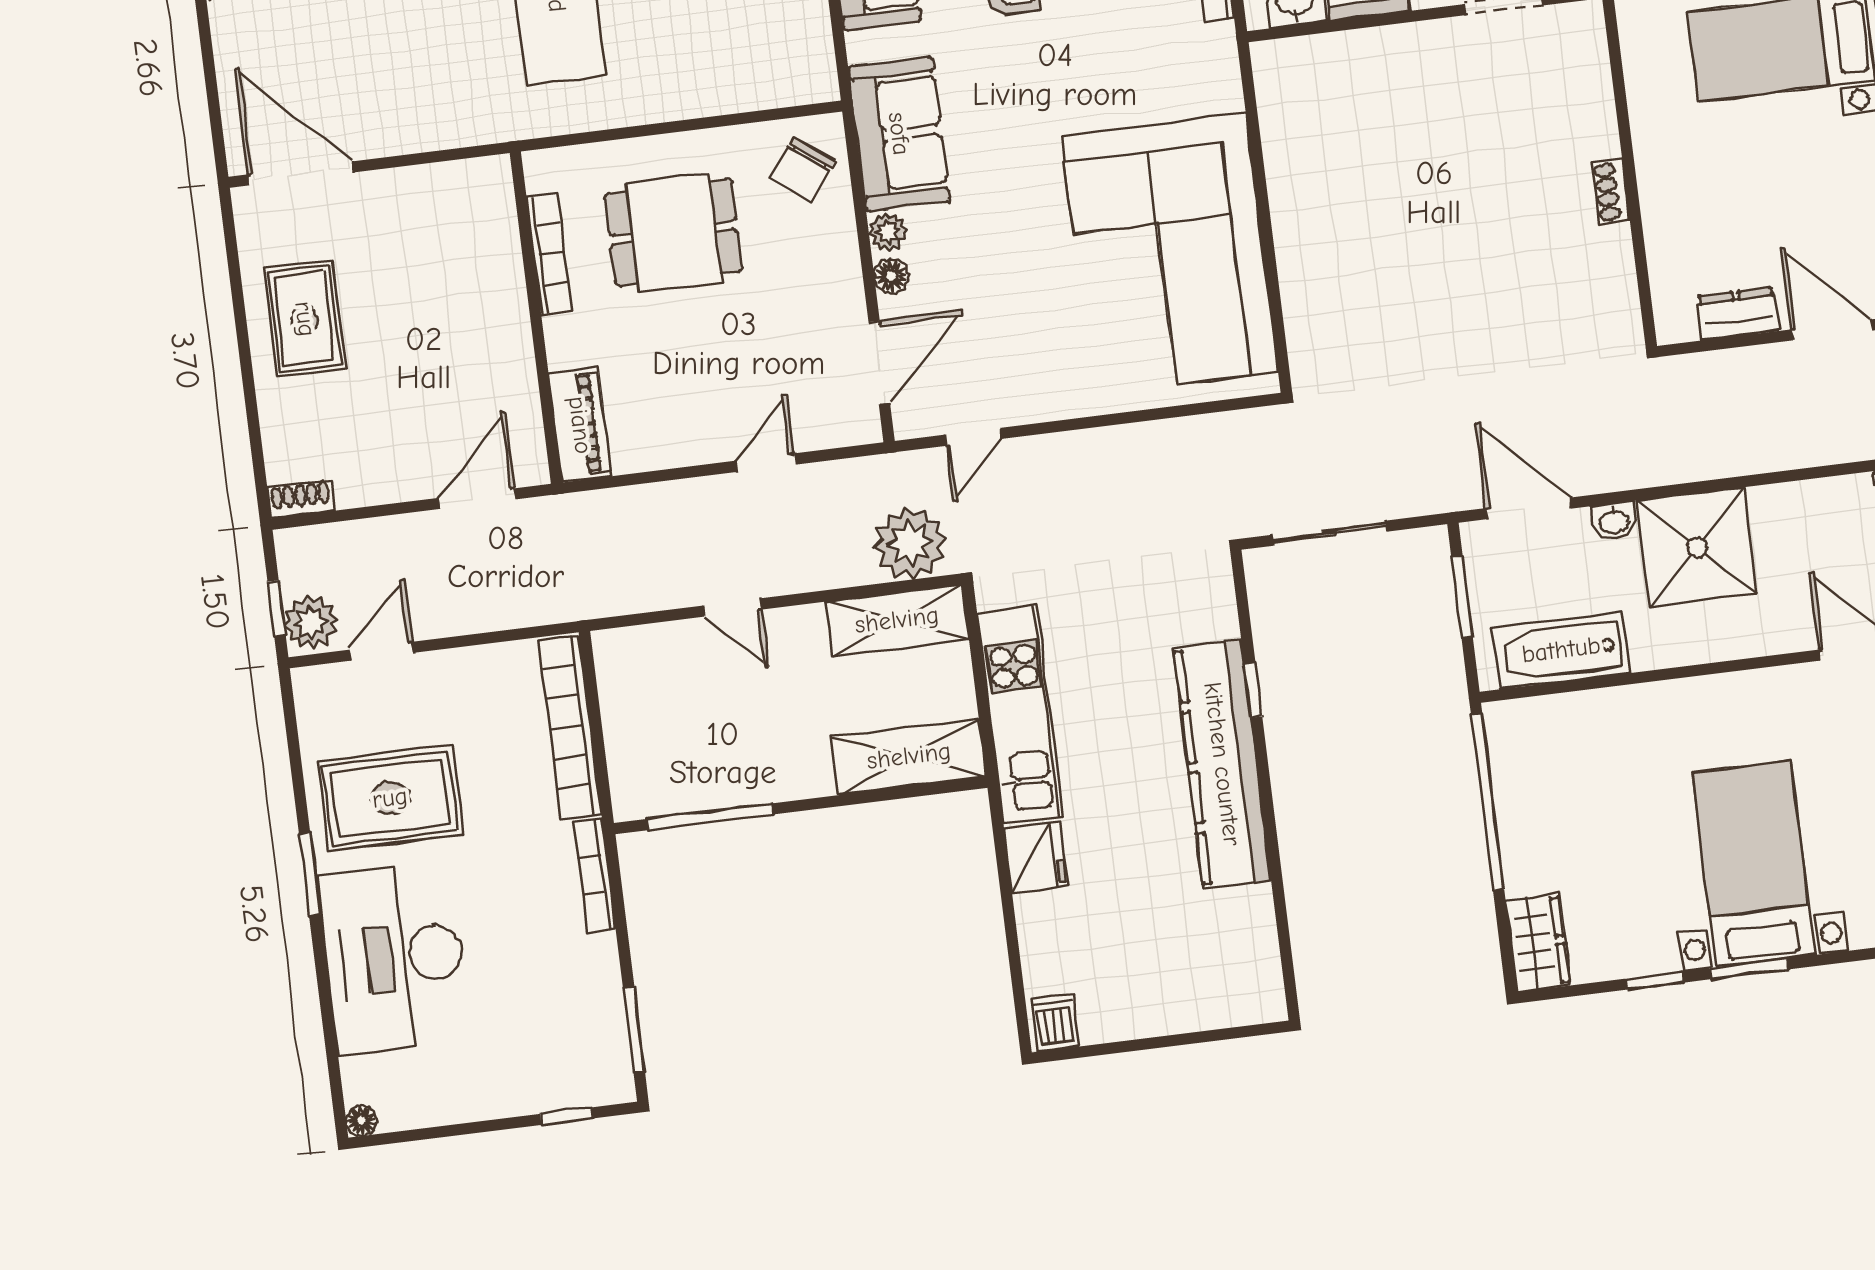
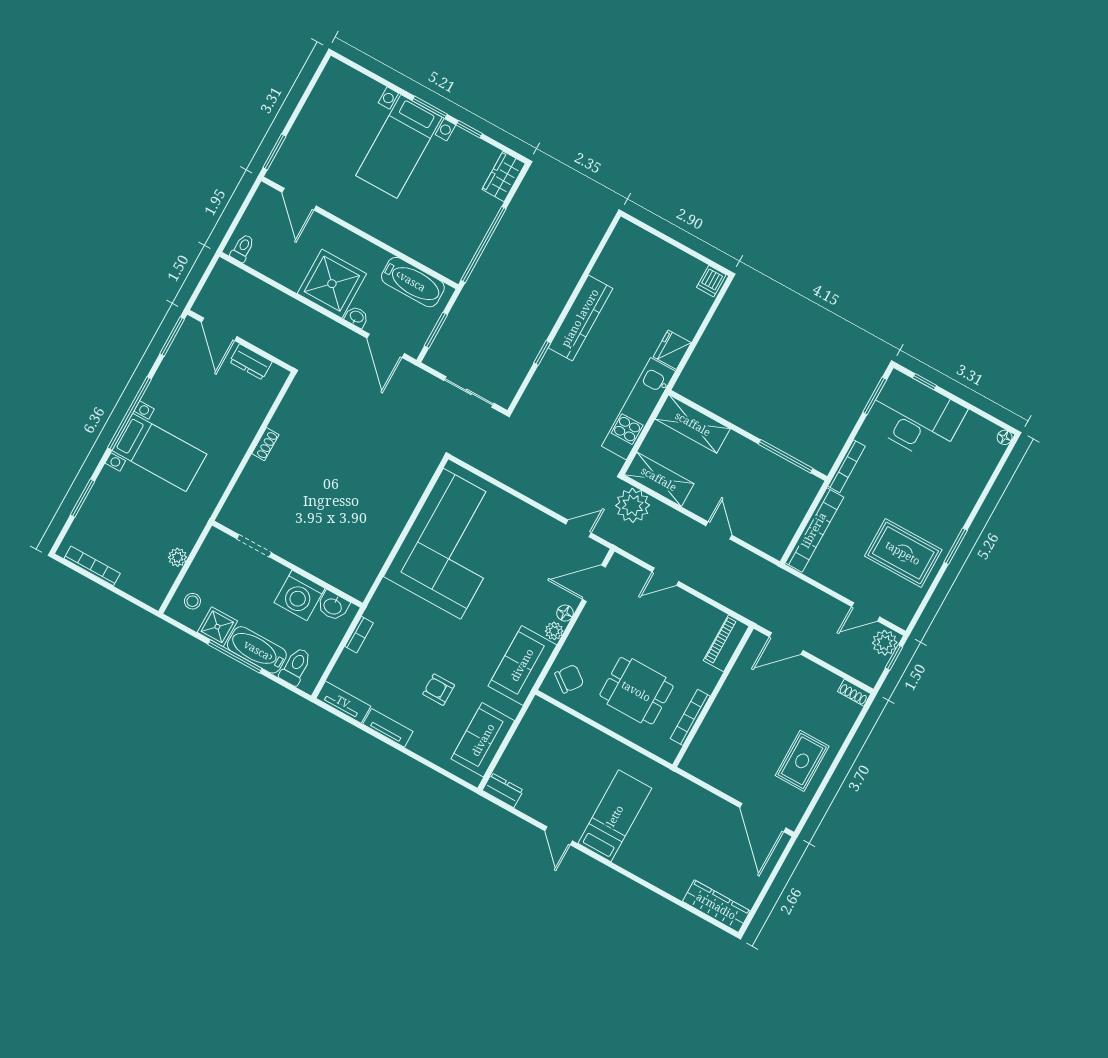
kitchen counter: (1222, 764) -> (580, 318), width x0.72, depth x0.86
desk: (394, 958) -> (915, 416), moved, turned -90

